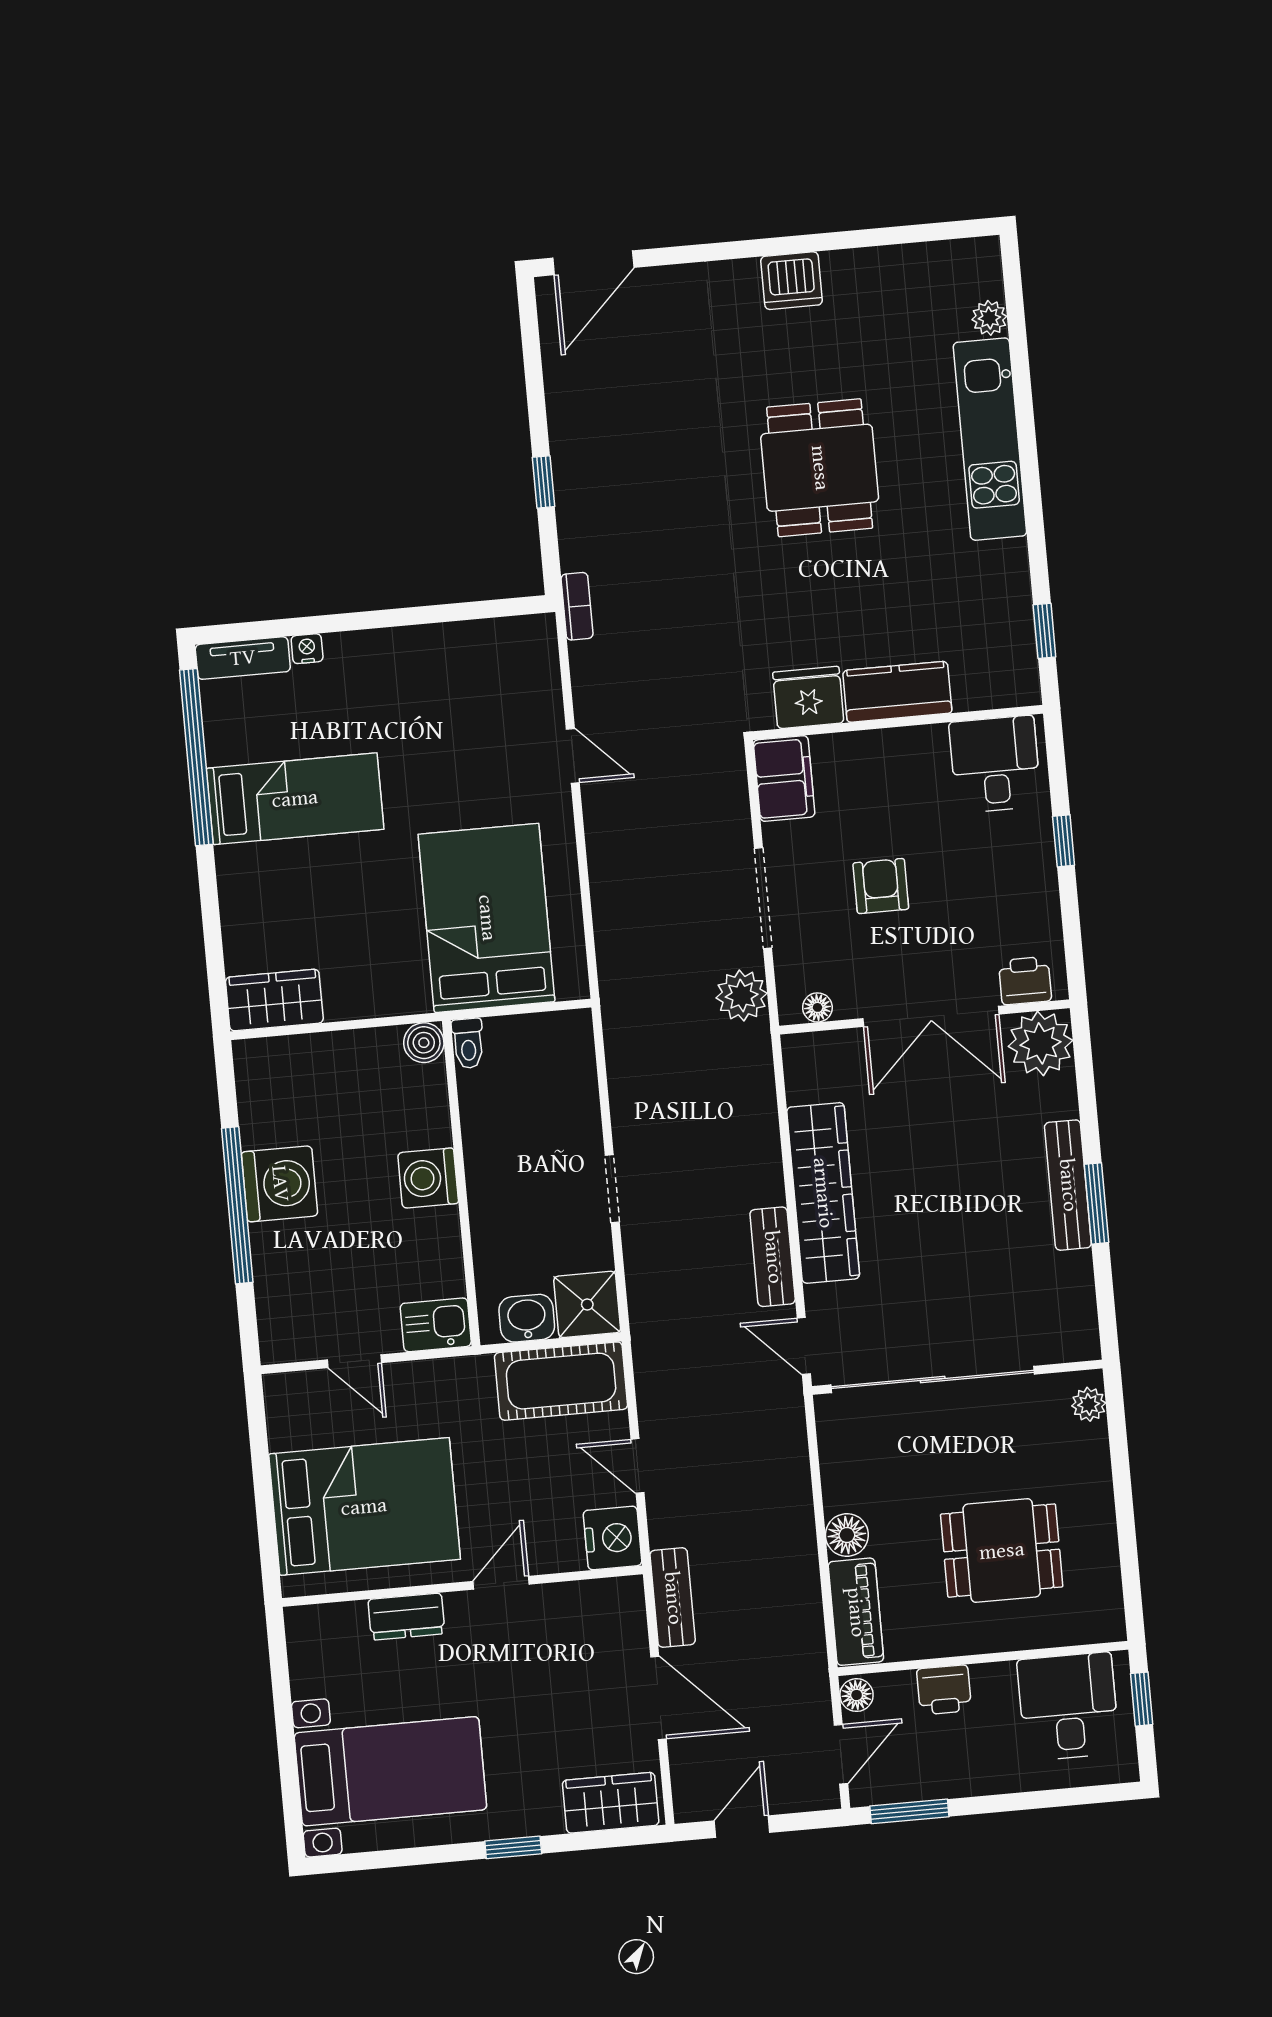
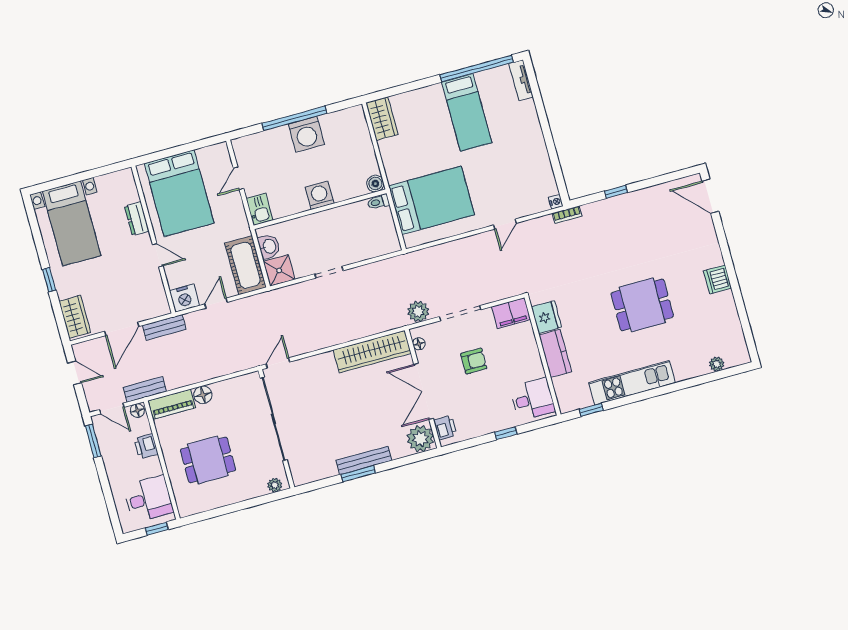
kitchen unit: (990, 439) -> (632, 383), moved
nightstand: (307, 649) -> (556, 202), moved
wardrobe: (823, 1193) -> (372, 352), moved
bench: (773, 1257) -> (145, 389), moved
dining table: (1002, 1551) -> (208, 460), turned 90

